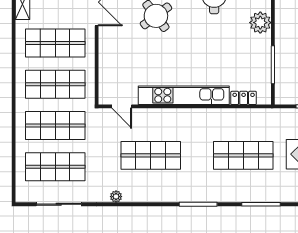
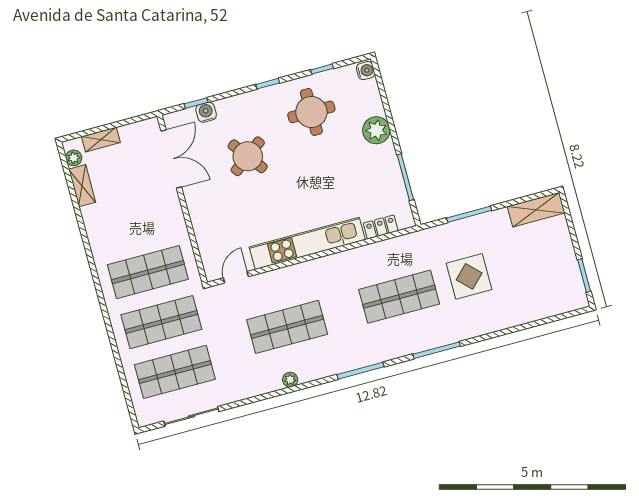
shop shelf: (55, 43) -> (134, 222), removed
door: (122, 106) -> (236, 277), swing flipped
plant: (116, 197) -> (290, 380), moved

